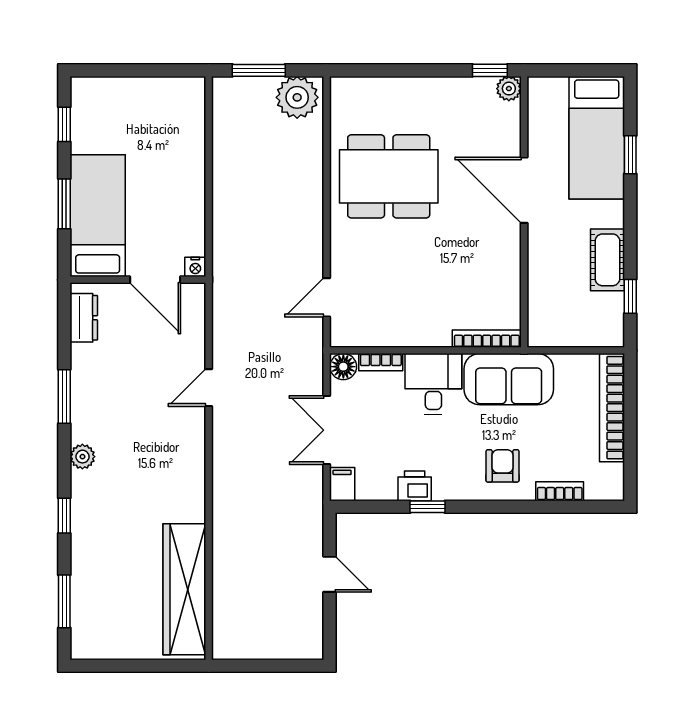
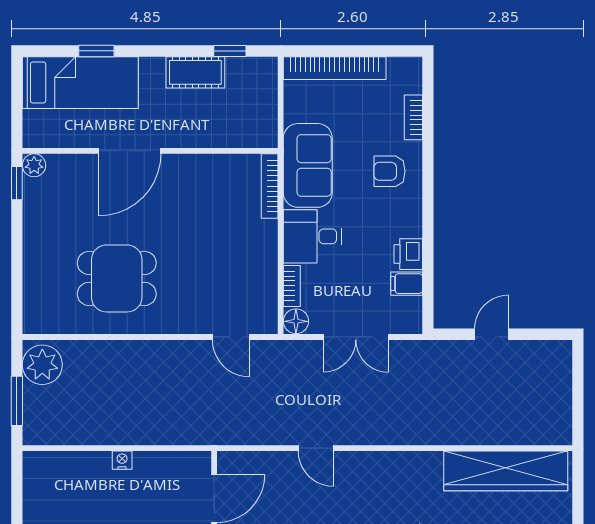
dining table: (389, 176) -> (117, 278), width x0.73
nightstand: (195, 267) -> (122, 460), moved, turned -90
filing cabinet: (342, 484) -> (407, 284), moved
window: (428, 507) -> (428, 242), removed

